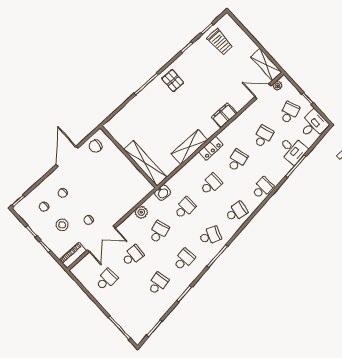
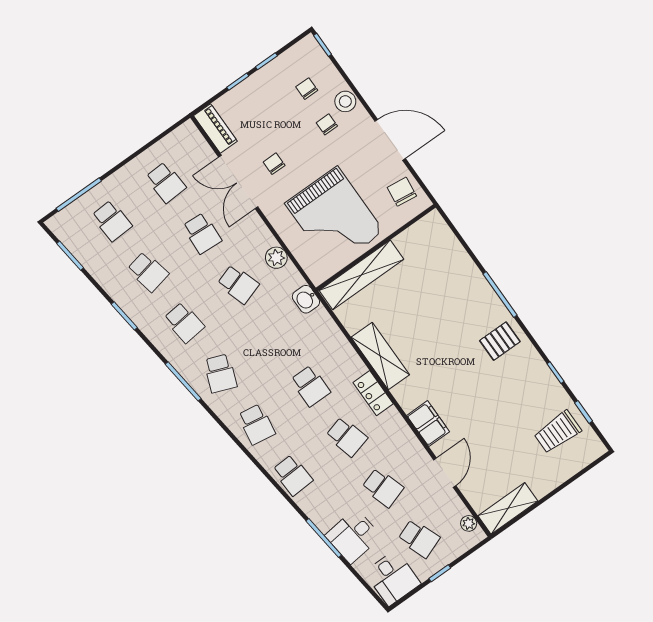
door: (263, 91) -> (445, 473), moved
grand piano: (115, 182) -> (334, 217), added
school desk: (185, 208) -> (112, 221), moved
stool: (62, 225) -> (345, 101), moved

